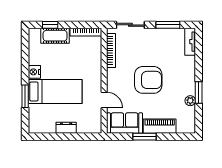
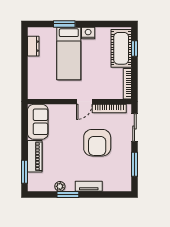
cot: (55, 36) -> (121, 48), width x1.37, depth x1.34
tv unit: (190, 42) -> (89, 186), moved
armchair: (148, 80) -> (97, 143), moved
door: (104, 100) -> (84, 102), moved
dresser: (66, 128) -> (33, 46), moved
window: (145, 137) -> (24, 172), moved

